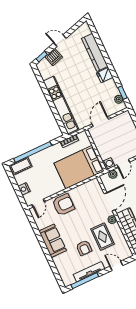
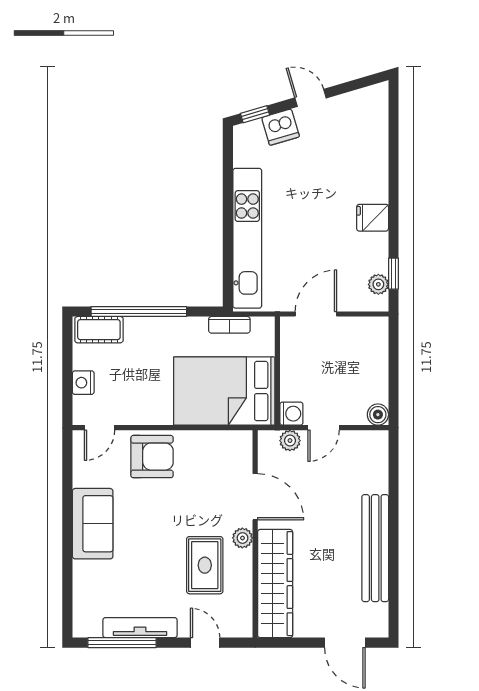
kitchen counter: (95, 52) -> (374, 159), removed
door: (109, 202) -> (255, 497), hinge flipped
armchair: (84, 248) -> (153, 571), removed

